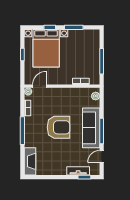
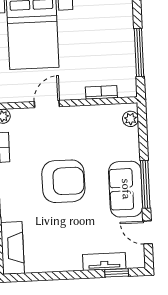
door: (39, 86) -> (47, 104), moved
sofa: (91, 128) -> (126, 189), width x0.73
door: (102, 157) -> (148, 232), hinge flipped

